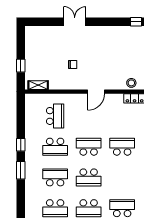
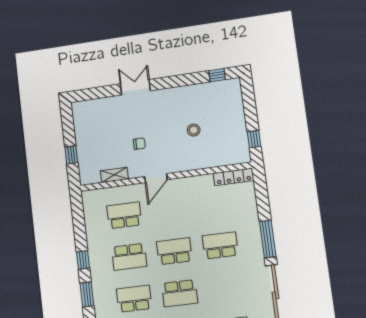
stool: (131, 83) -> (194, 130), moved
shelving: (38, 85) -> (114, 175), moved
door: (96, 92) -> (156, 178), moved
school desk: (55, 116) -> (124, 215), turned -90

